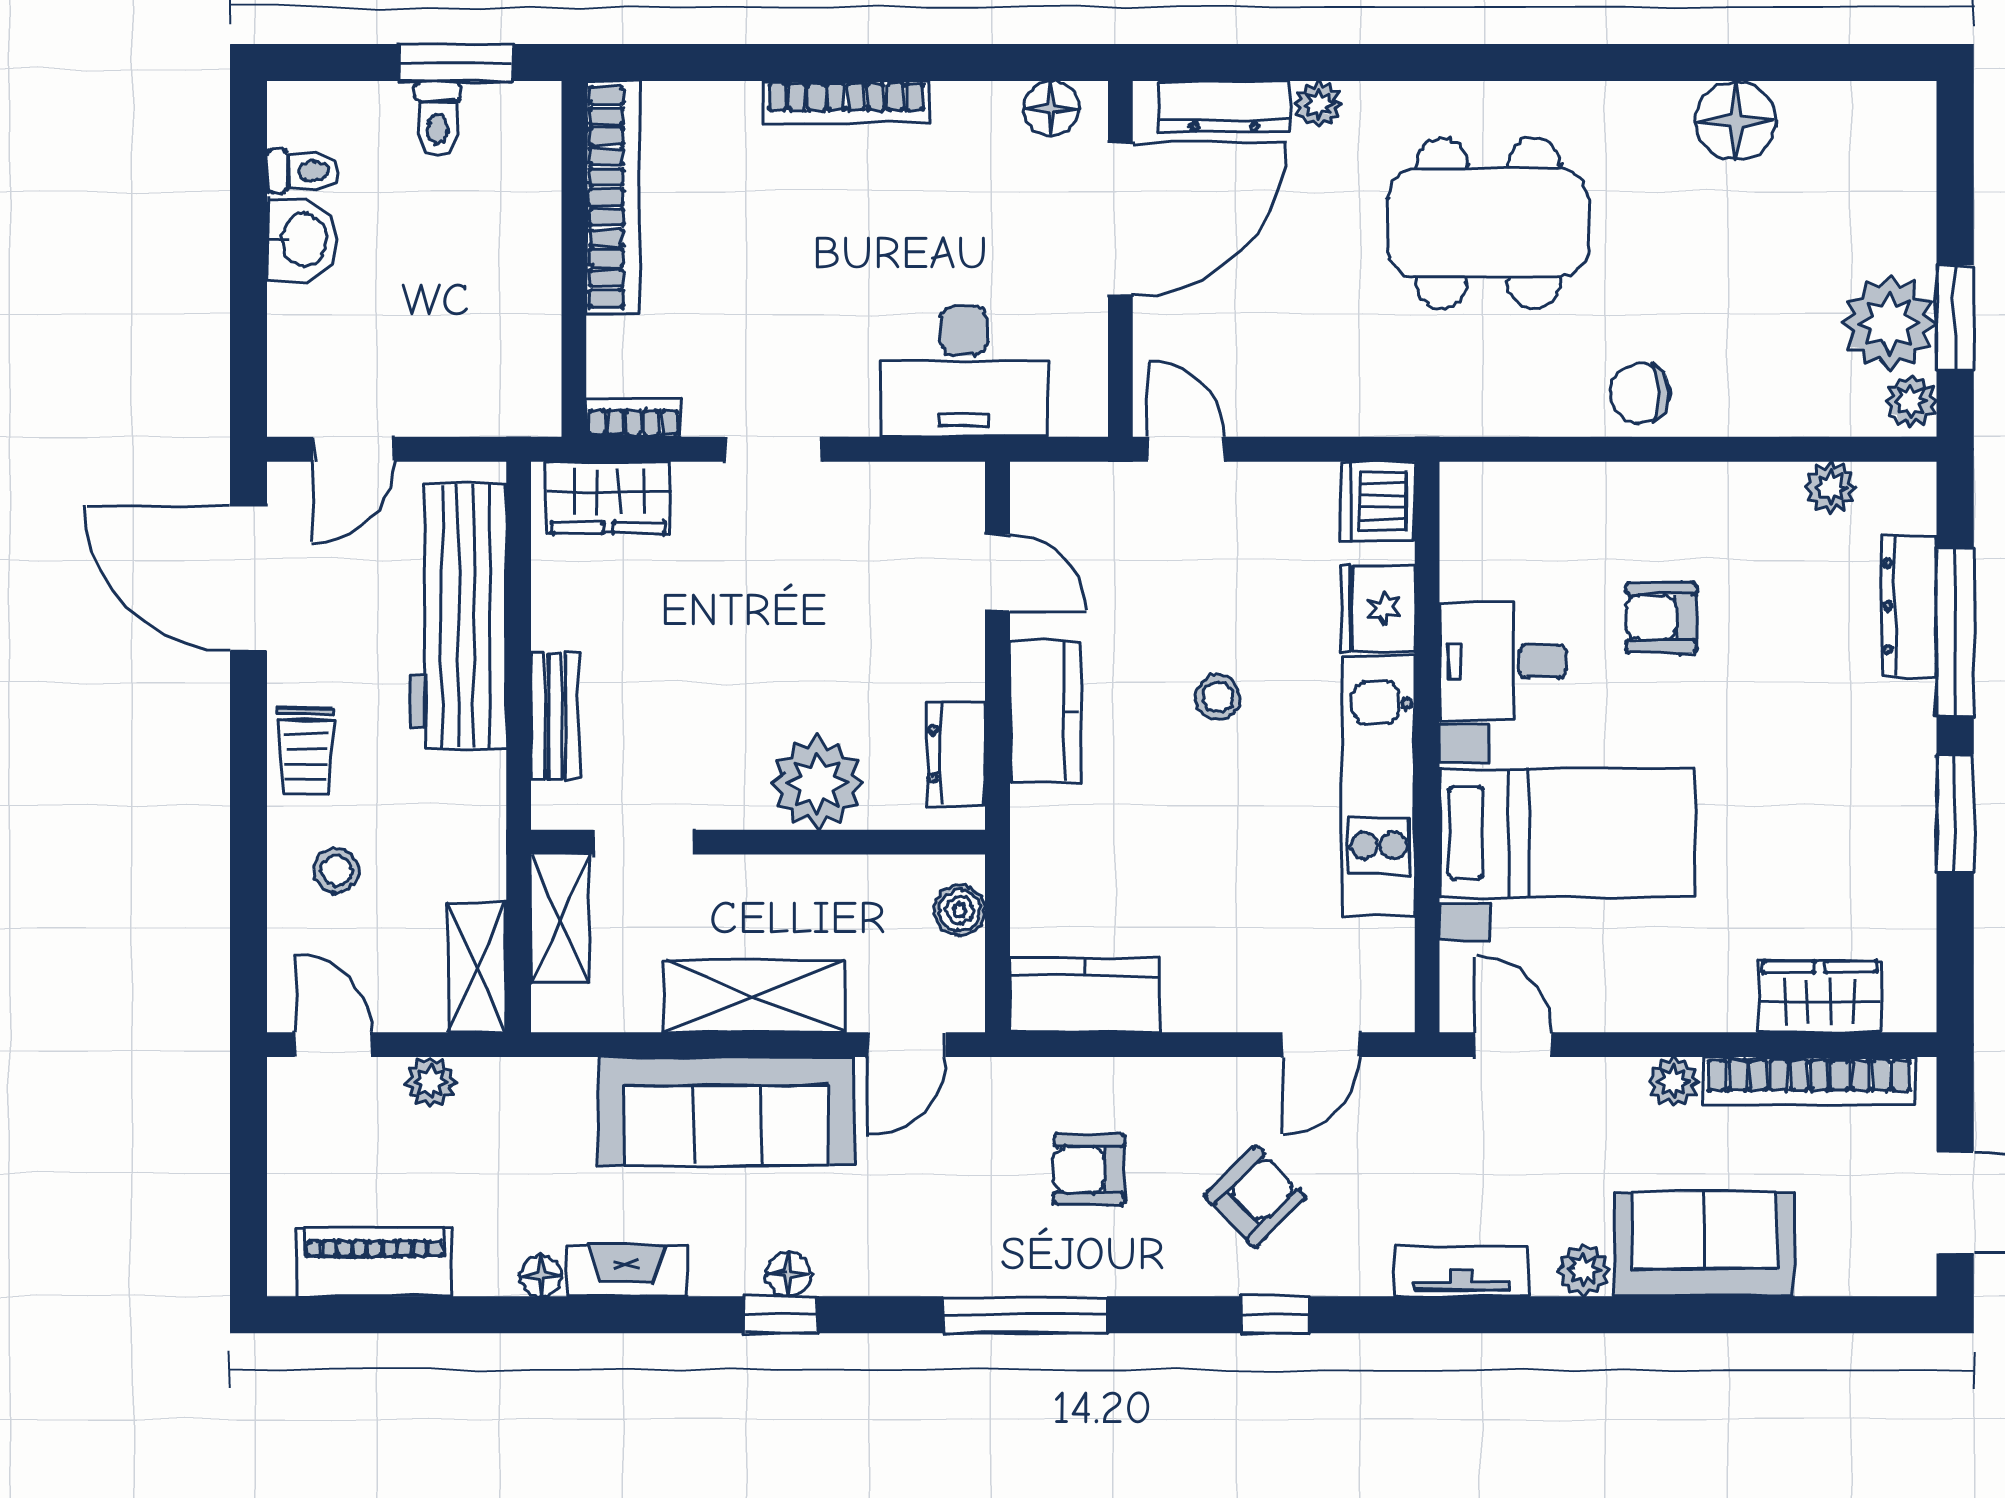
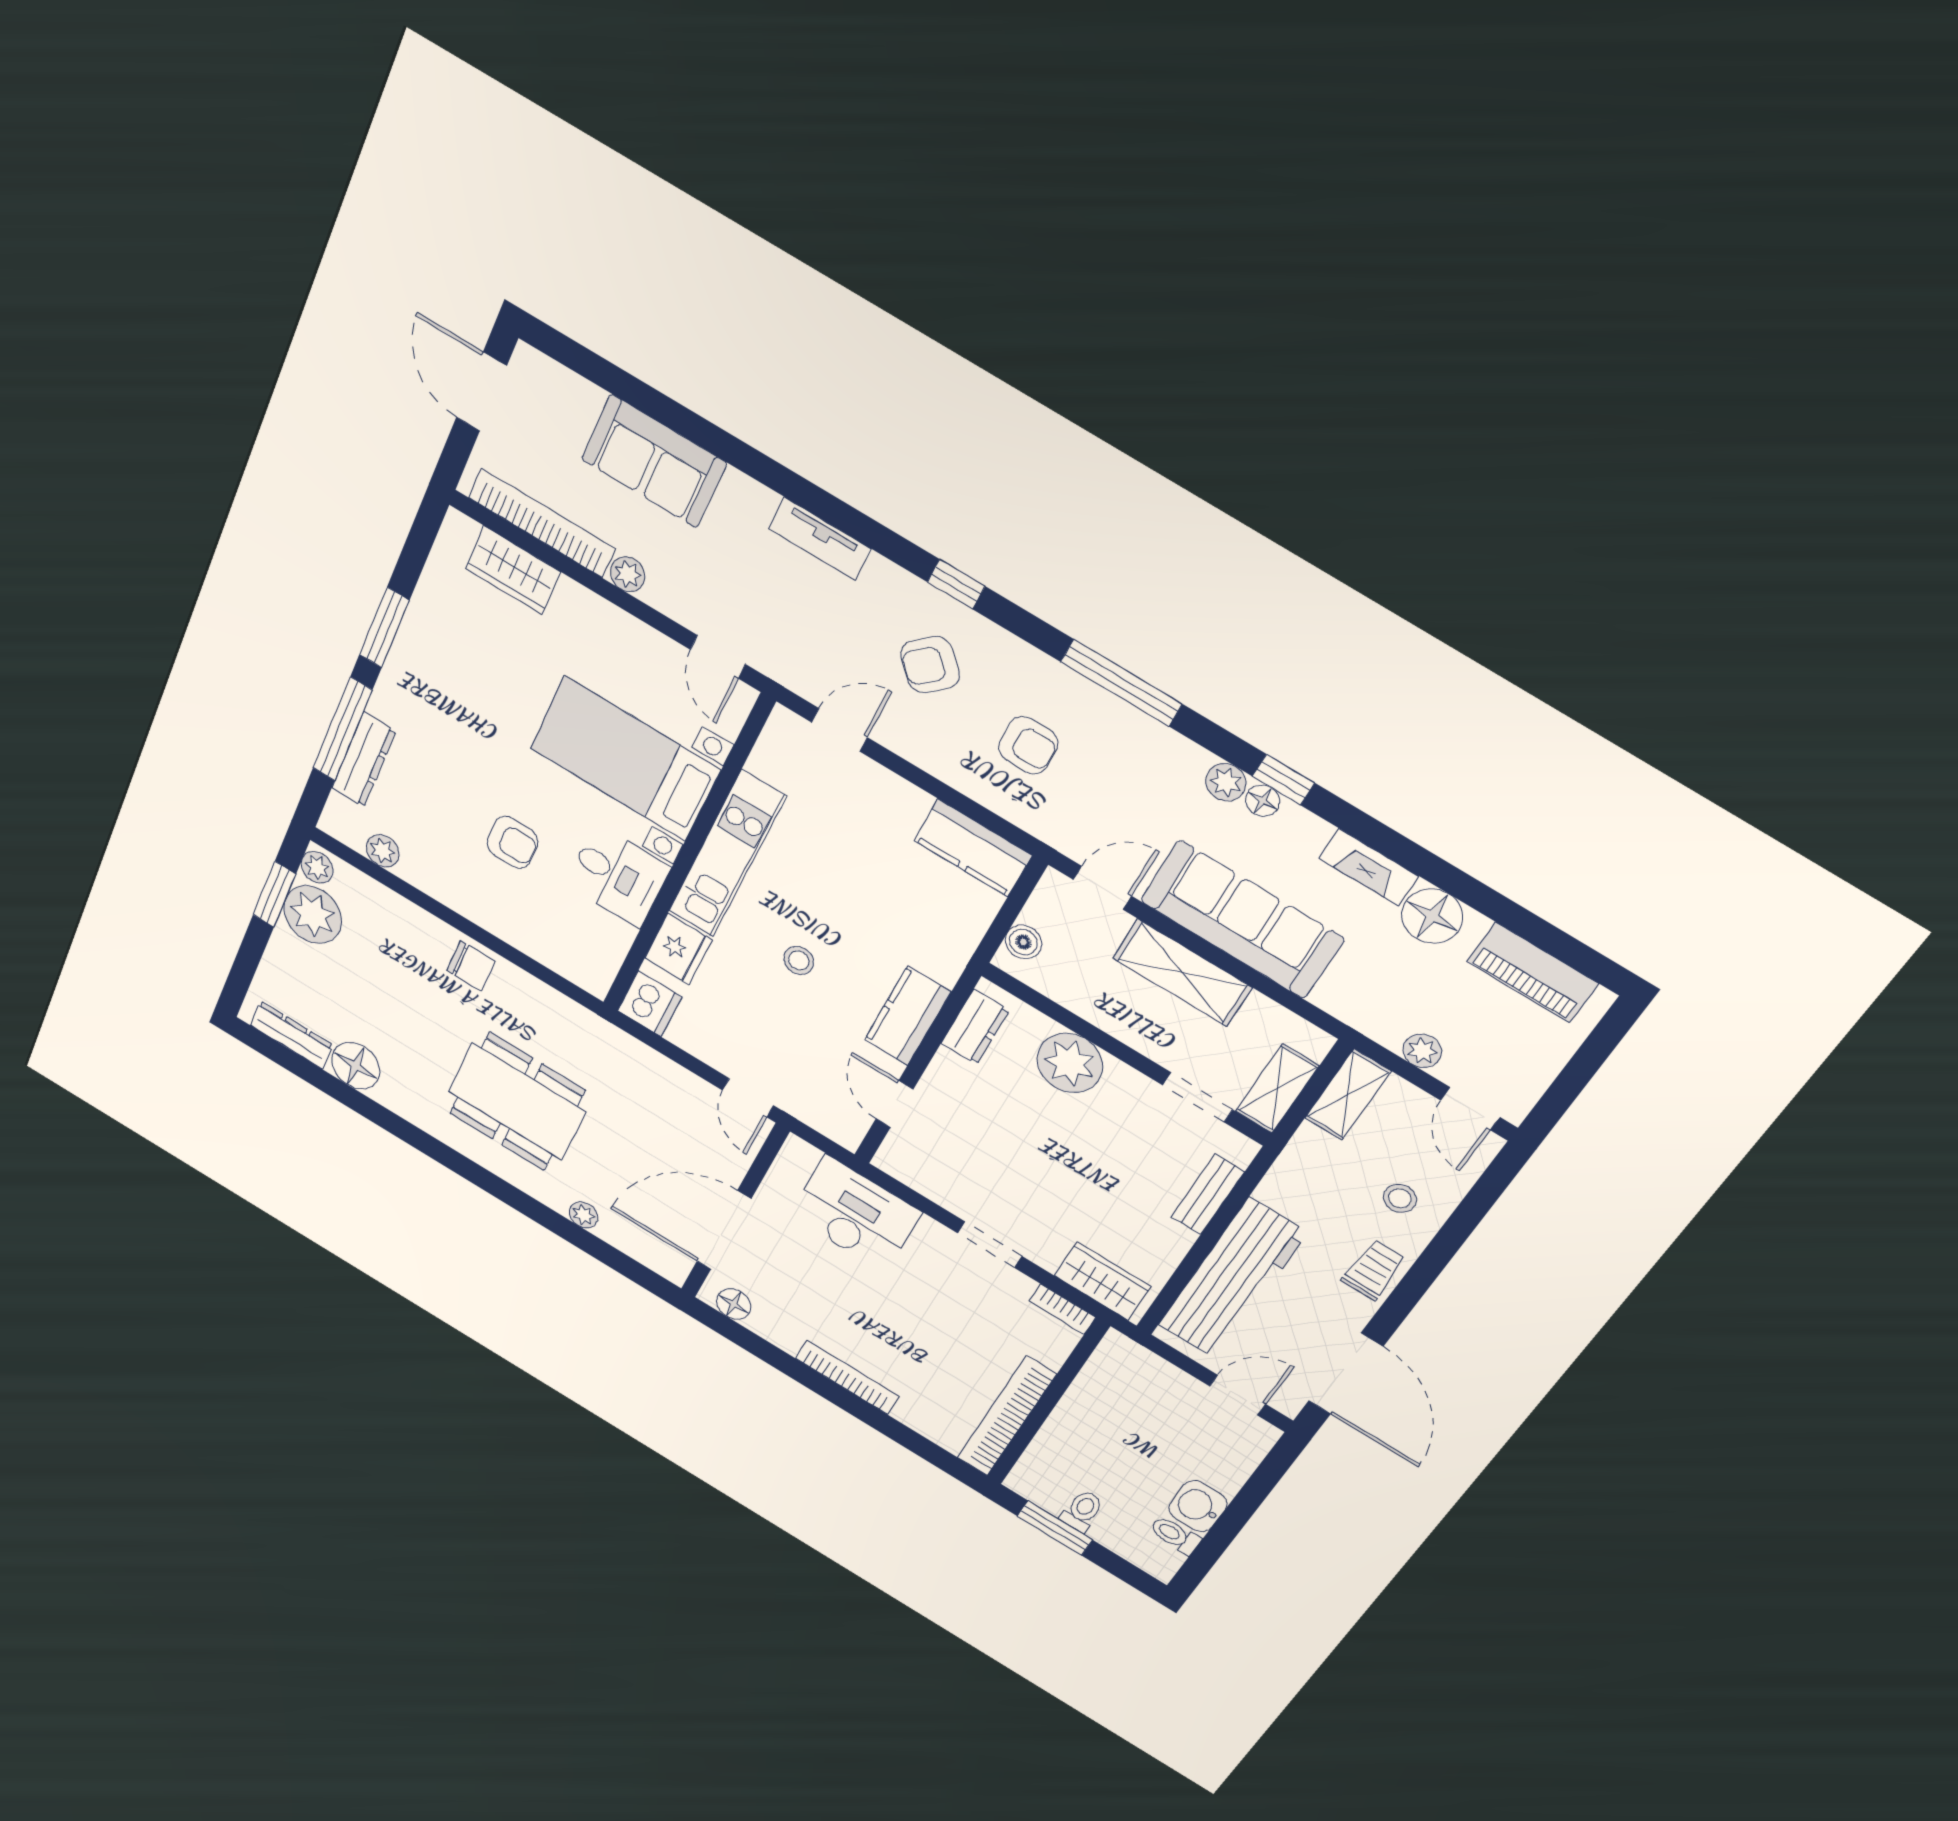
dresser: (1225, 107) -> (292, 1035), moved
plant: (1584, 1270) -> (1226, 782), moved
floor lamp: (541, 1276) -> (1432, 916), width x1.89, depth x1.89

